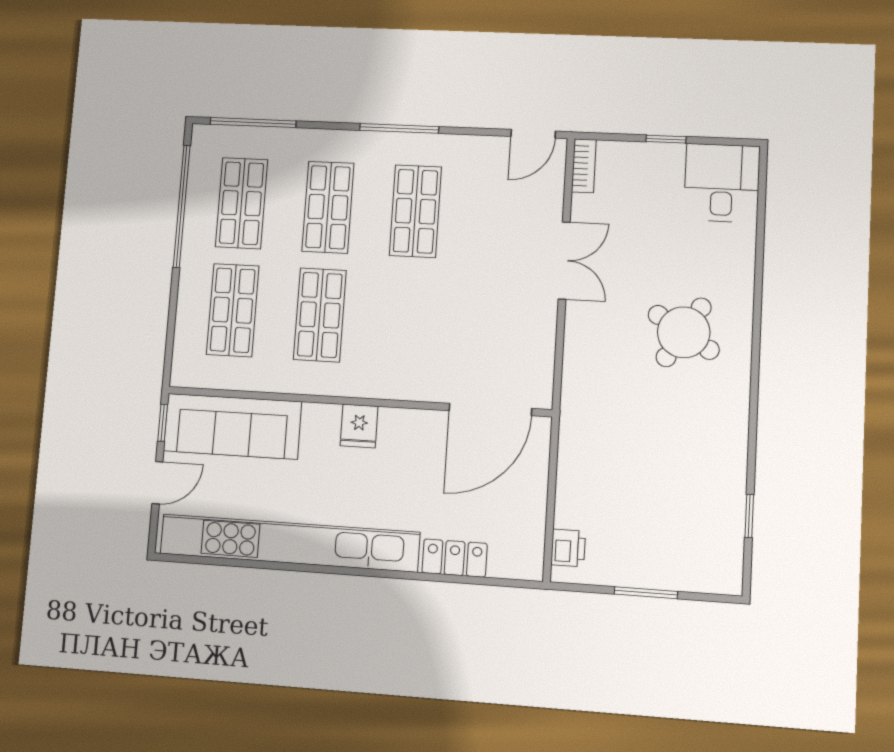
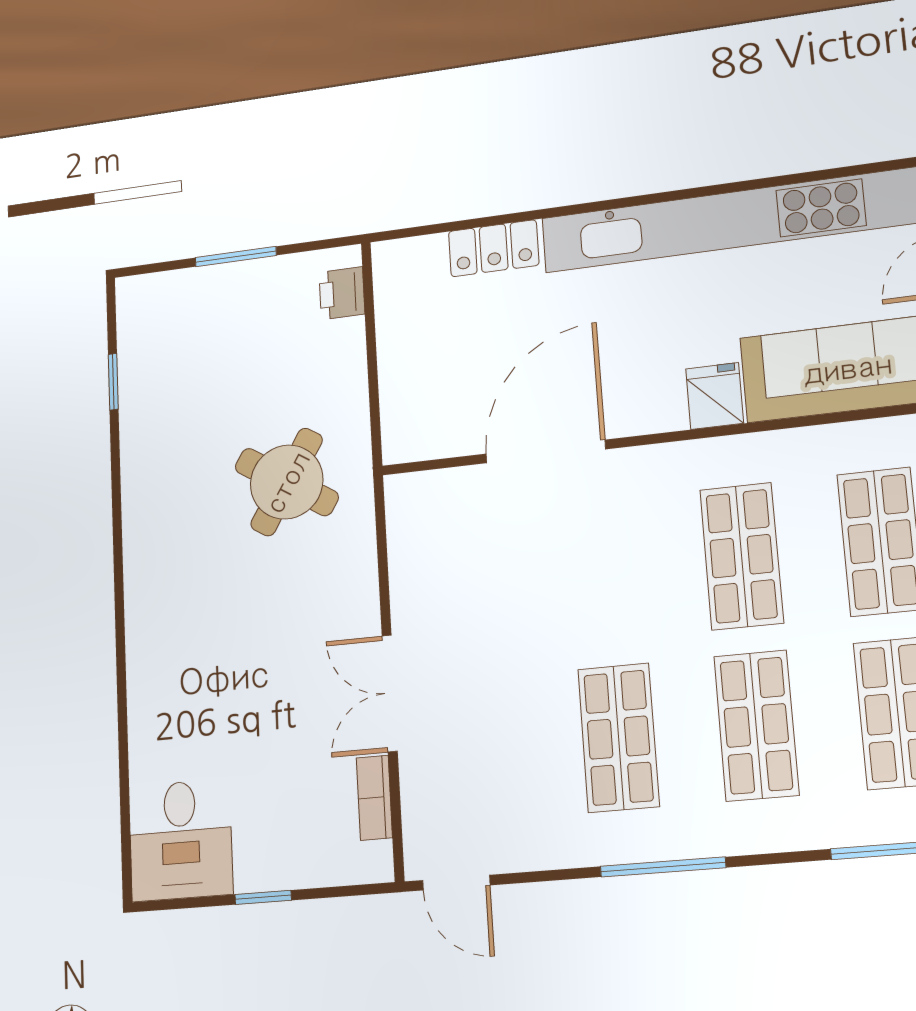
door: (533, 134) -> (456, 883), swing flipped
bookcase: (584, 166) -> (374, 798), moved
round table: (684, 332) -> (287, 482), moved
door: (490, 410) -> (546, 452), moved
fridge: (359, 426) -> (715, 396), moved

